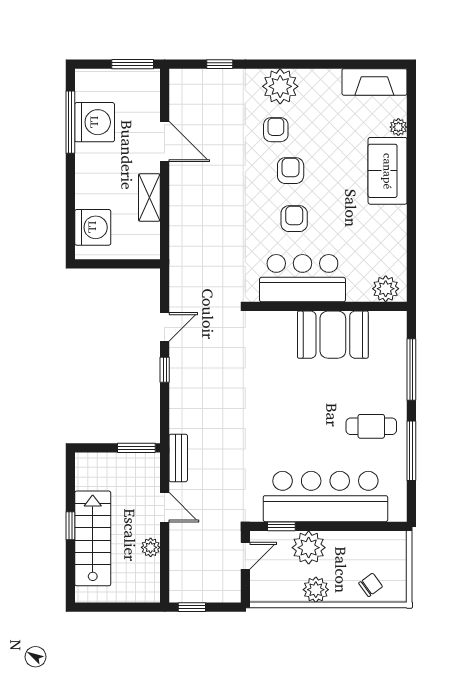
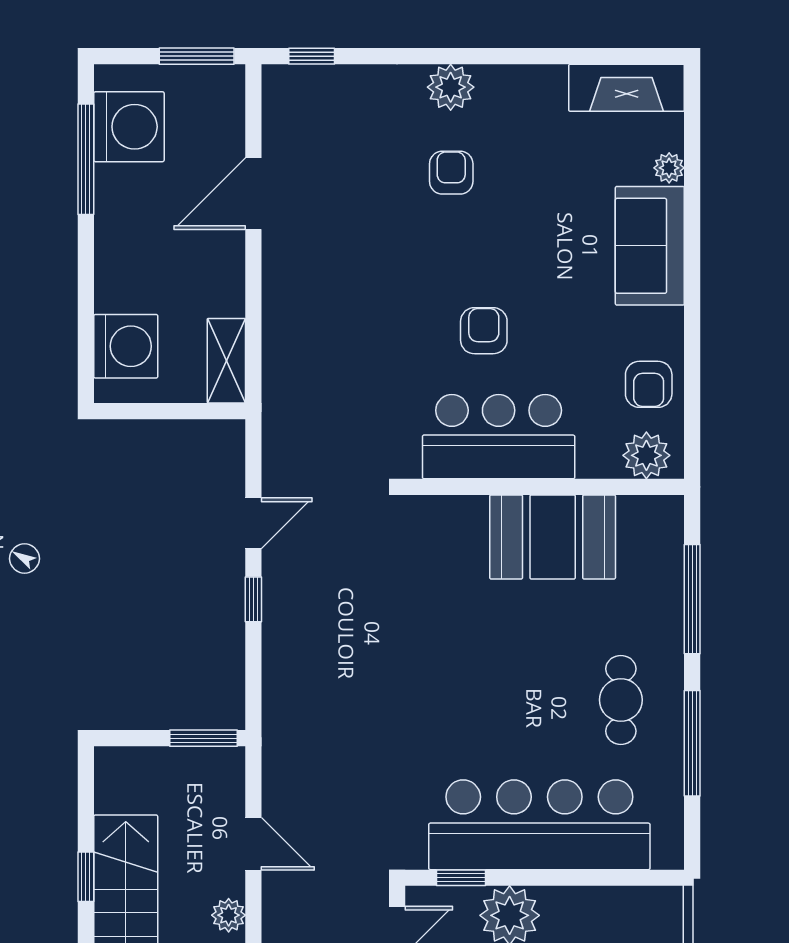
window: (220, 64) -> (312, 56), moved
plant: (280, 86) -> (451, 87), width x0.73, depth x0.73
washing machine: (95, 122) -> (129, 127), moved
door: (165, 142) -> (253, 194), swing flipped
armchair: (291, 171) -> (649, 384), moved, turned 180
shelving: (149, 197) -> (226, 361), moved
cafe table: (371, 426) -> (621, 700), turned 90
bench: (178, 458) -> (278, 756), removed

